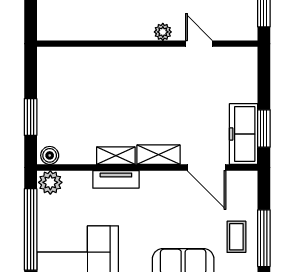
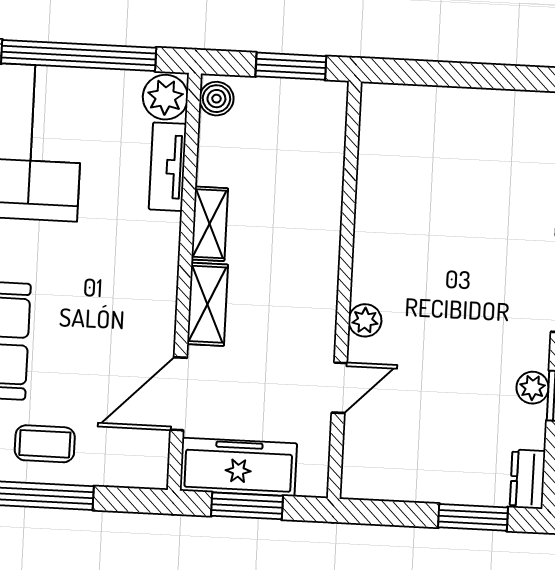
plant: (163, 32) -> (365, 320), moved
wall: (147, 44) -> (344, 290), moved
door: (199, 44) -> (339, 388), moved
tv unit: (116, 179) -> (168, 167), moved

